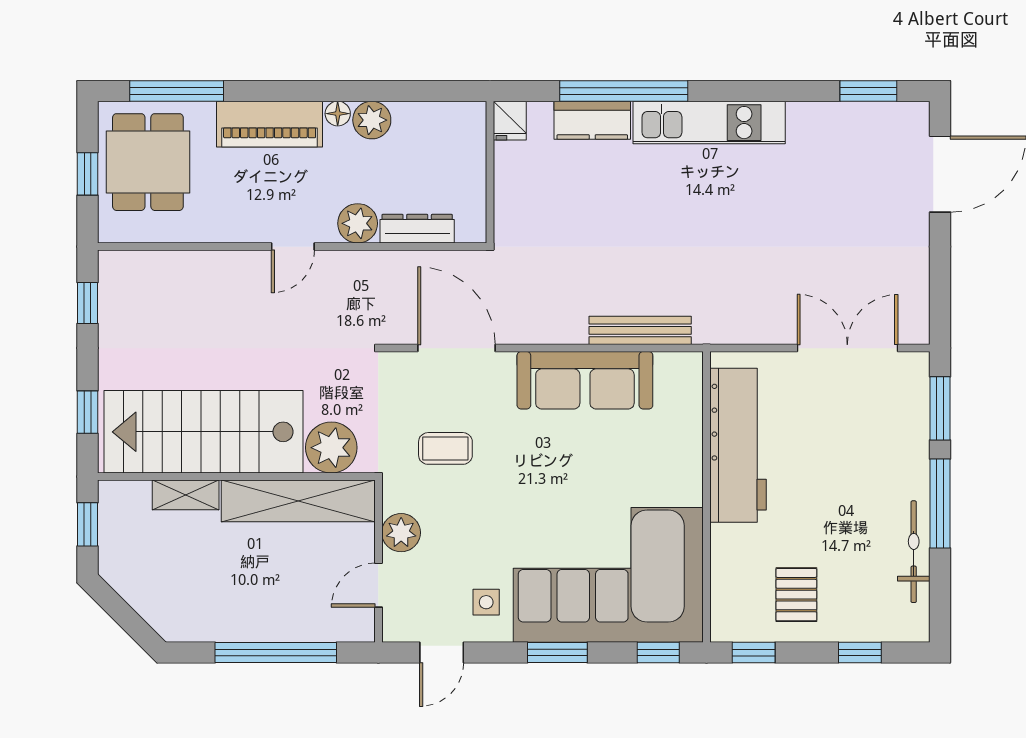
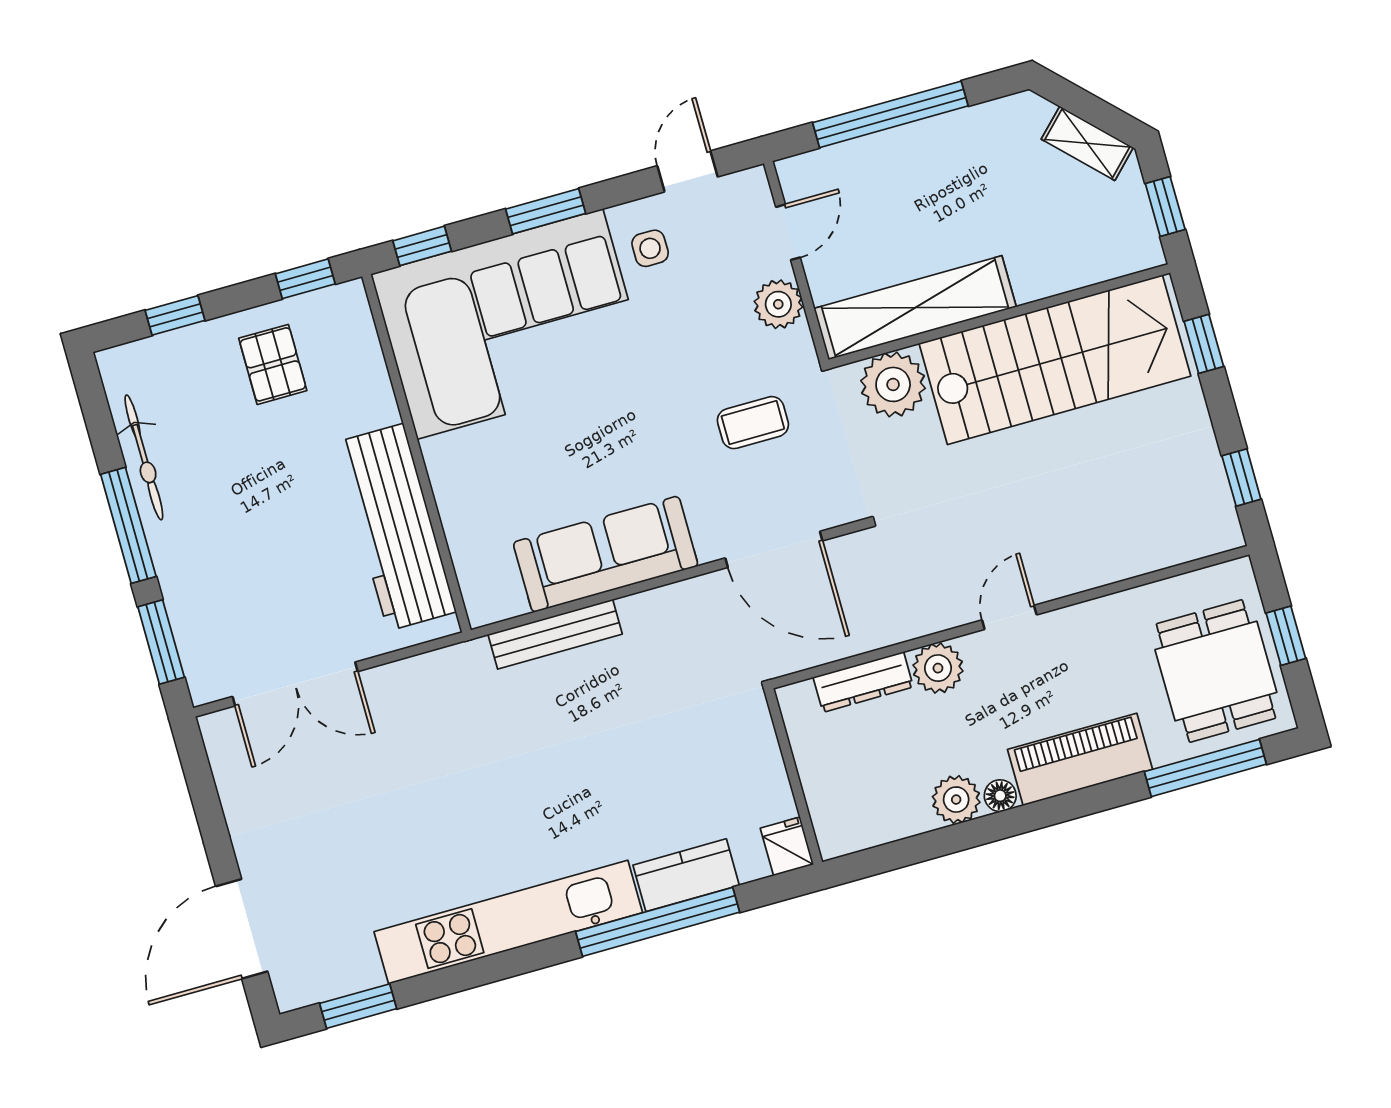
kitchen unit: (709, 123) -> (508, 922), width x1.36
shelving: (186, 495) -> (1087, 143), moved, turned 45

